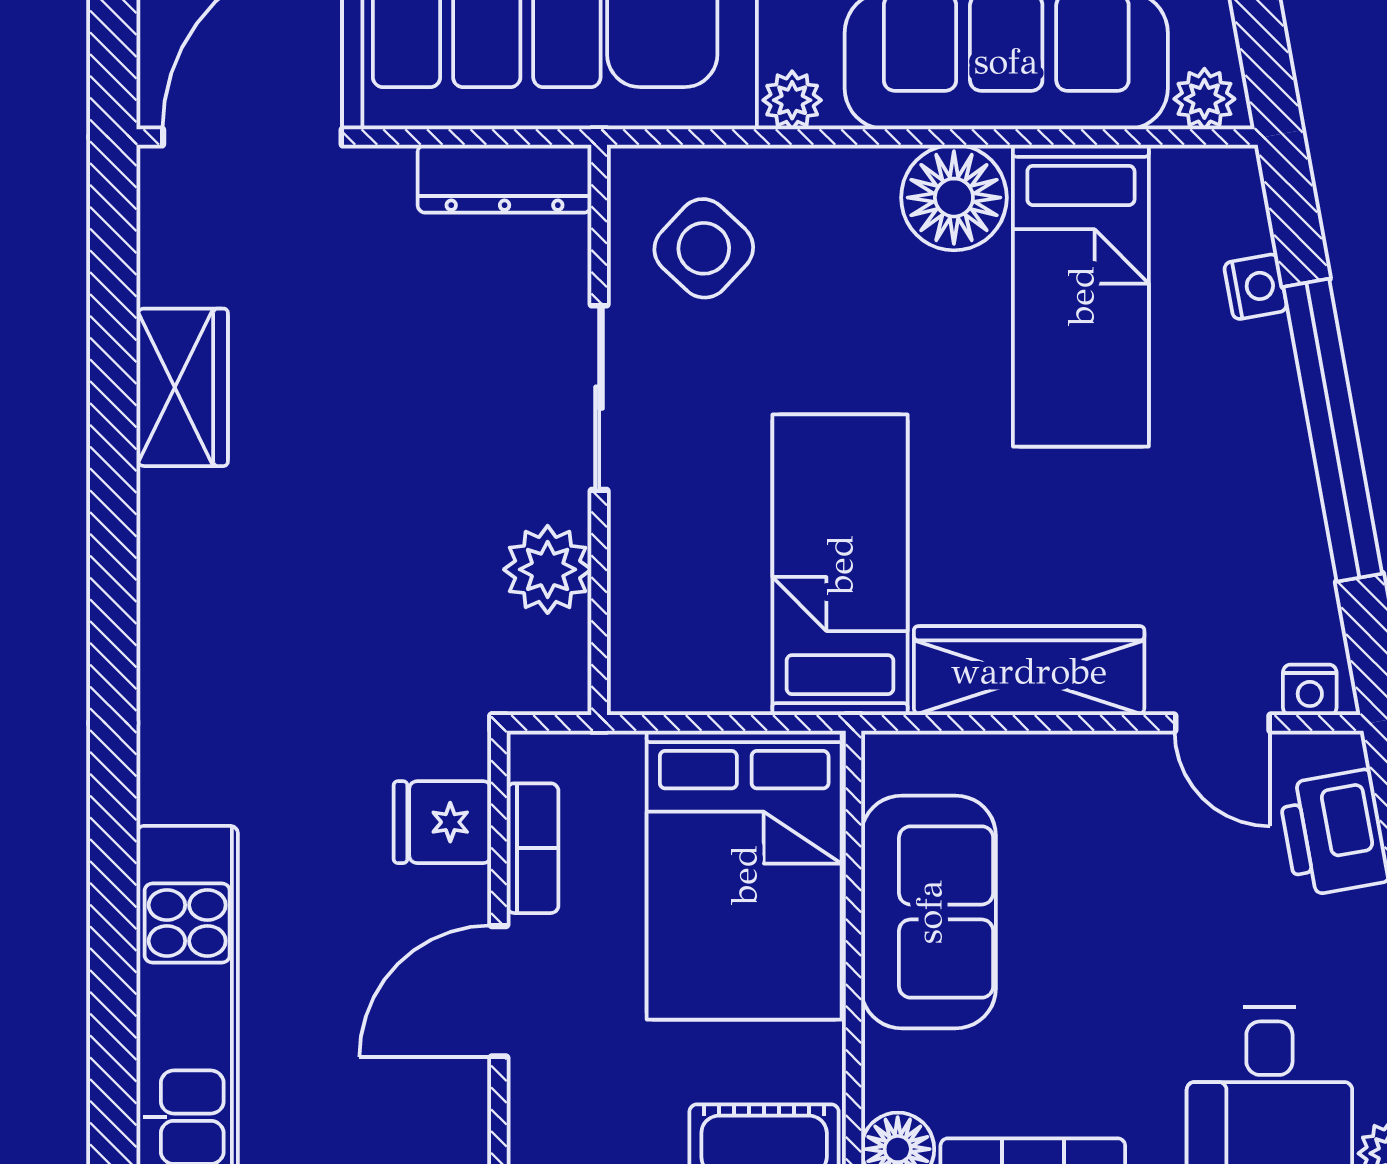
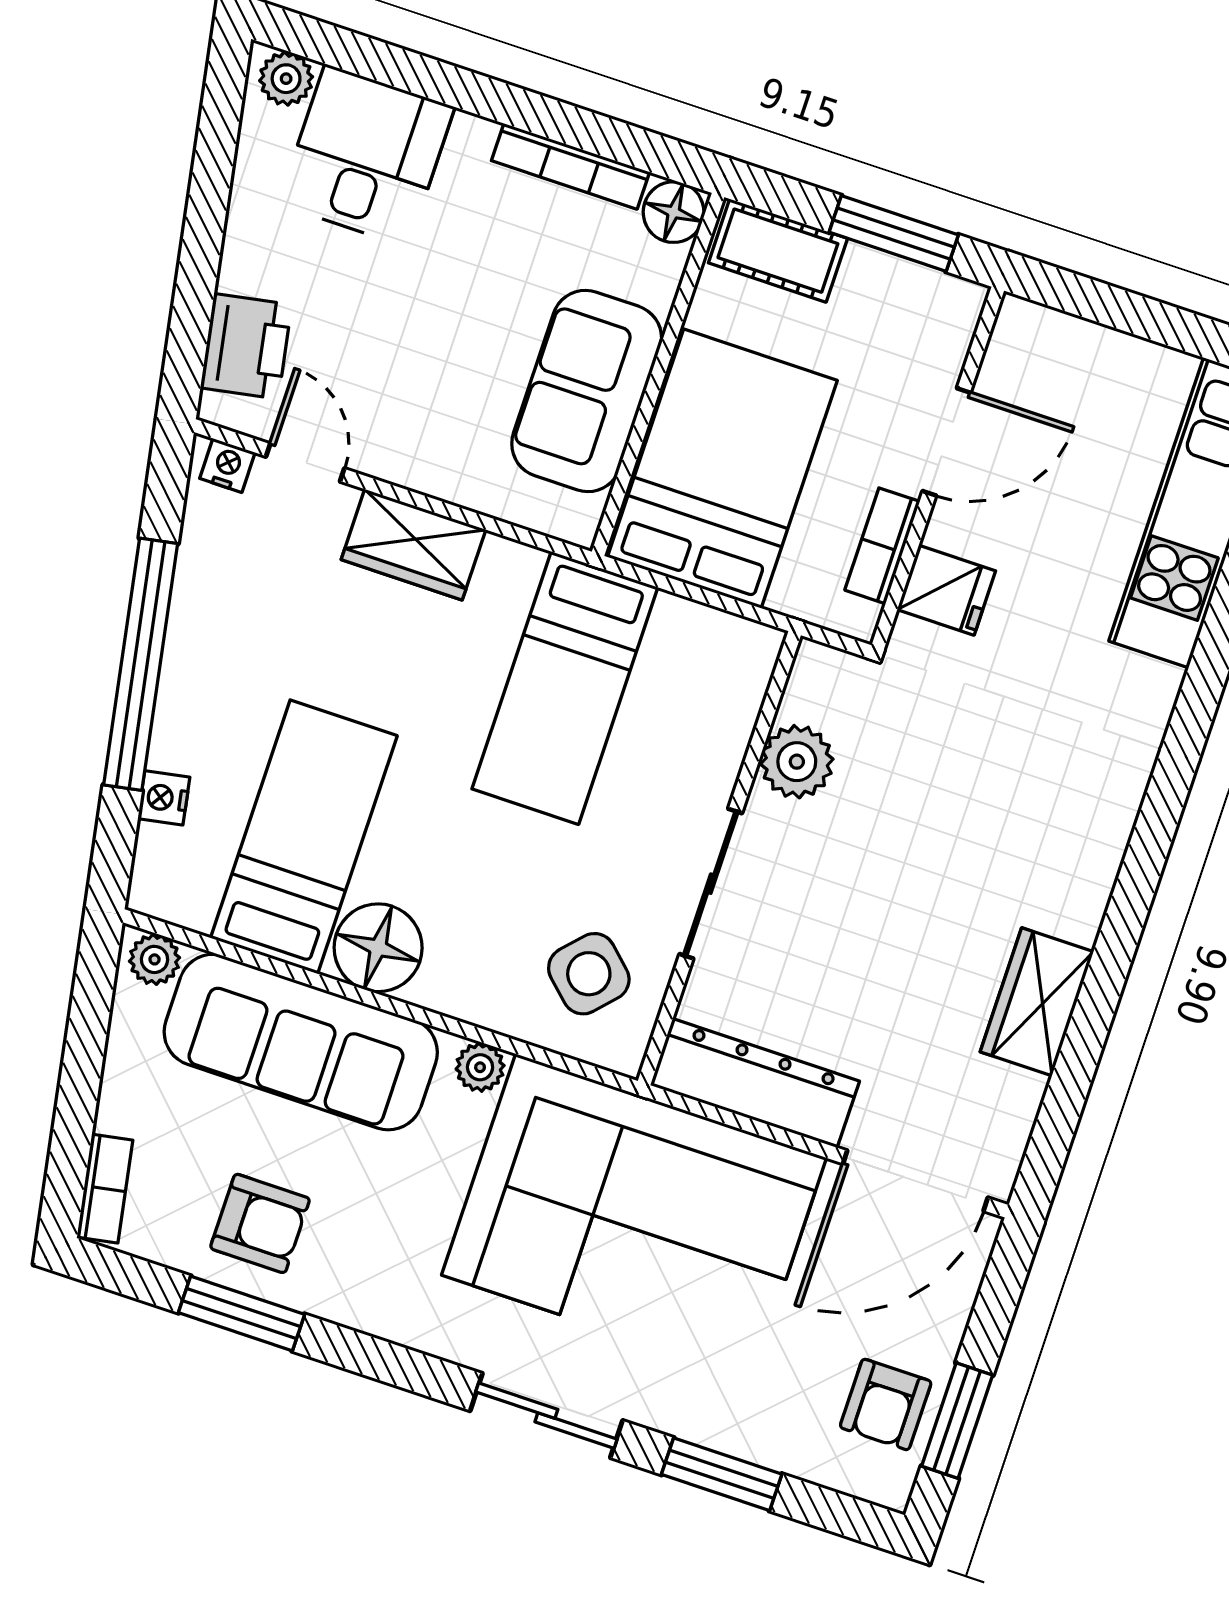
dresser: (505, 179) -> (755, 1083), width x1.37, depth x1.24
wardrobe: (1029, 671) -> (413, 545), width x0.67

